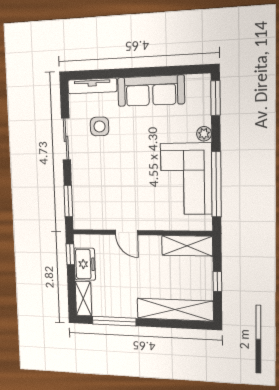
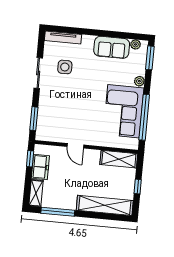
plant: (193, 81) -> (136, 44), added
sofa: (151, 91) -> (112, 47), width x0.73

